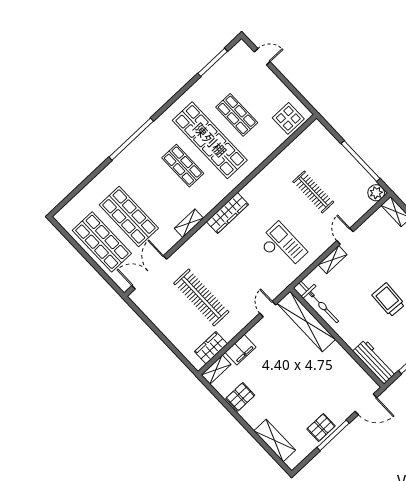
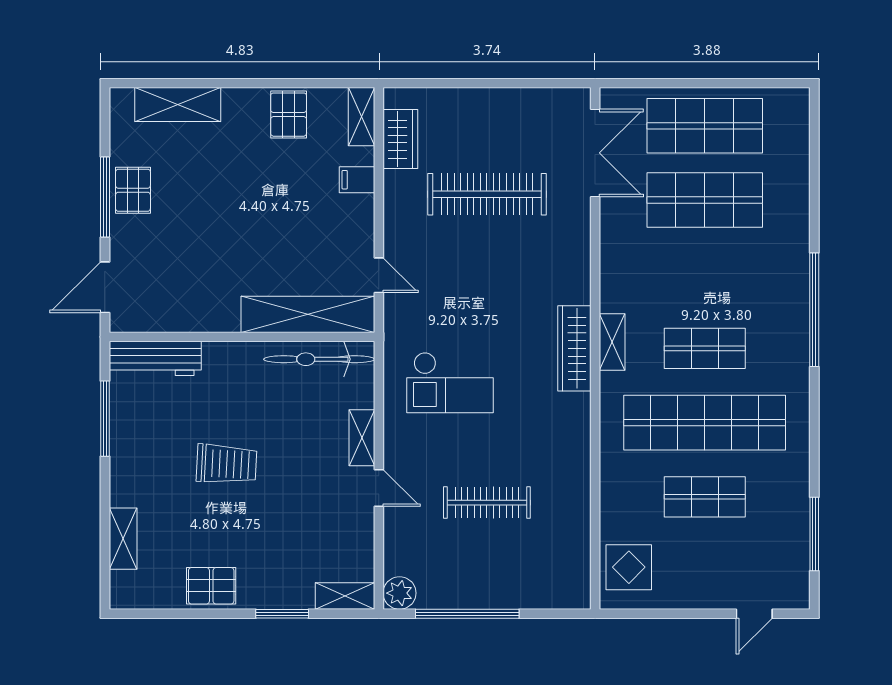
shelving: (189, 223) -> (612, 342), moved
filing cabinet: (241, 350) -> (357, 180), width x0.50

